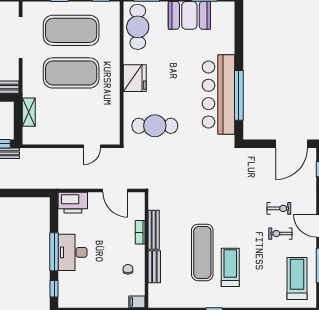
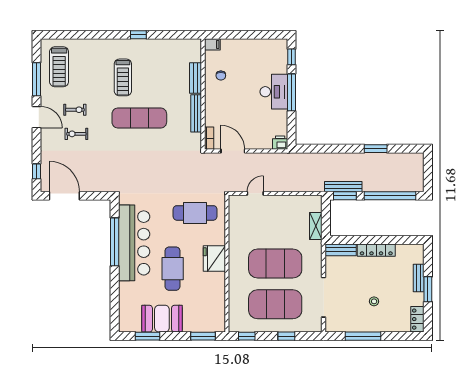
cafe table: (138, 27) -> (173, 269), moved
door: (291, 144) -> (64, 196), hinge flipped
printer: (73, 203) -> (280, 143), width x0.53, depth x0.68
bookcase: (140, 232) -> (209, 138), moved
exercise mat: (202, 252) -> (139, 118), moved, turned 90

